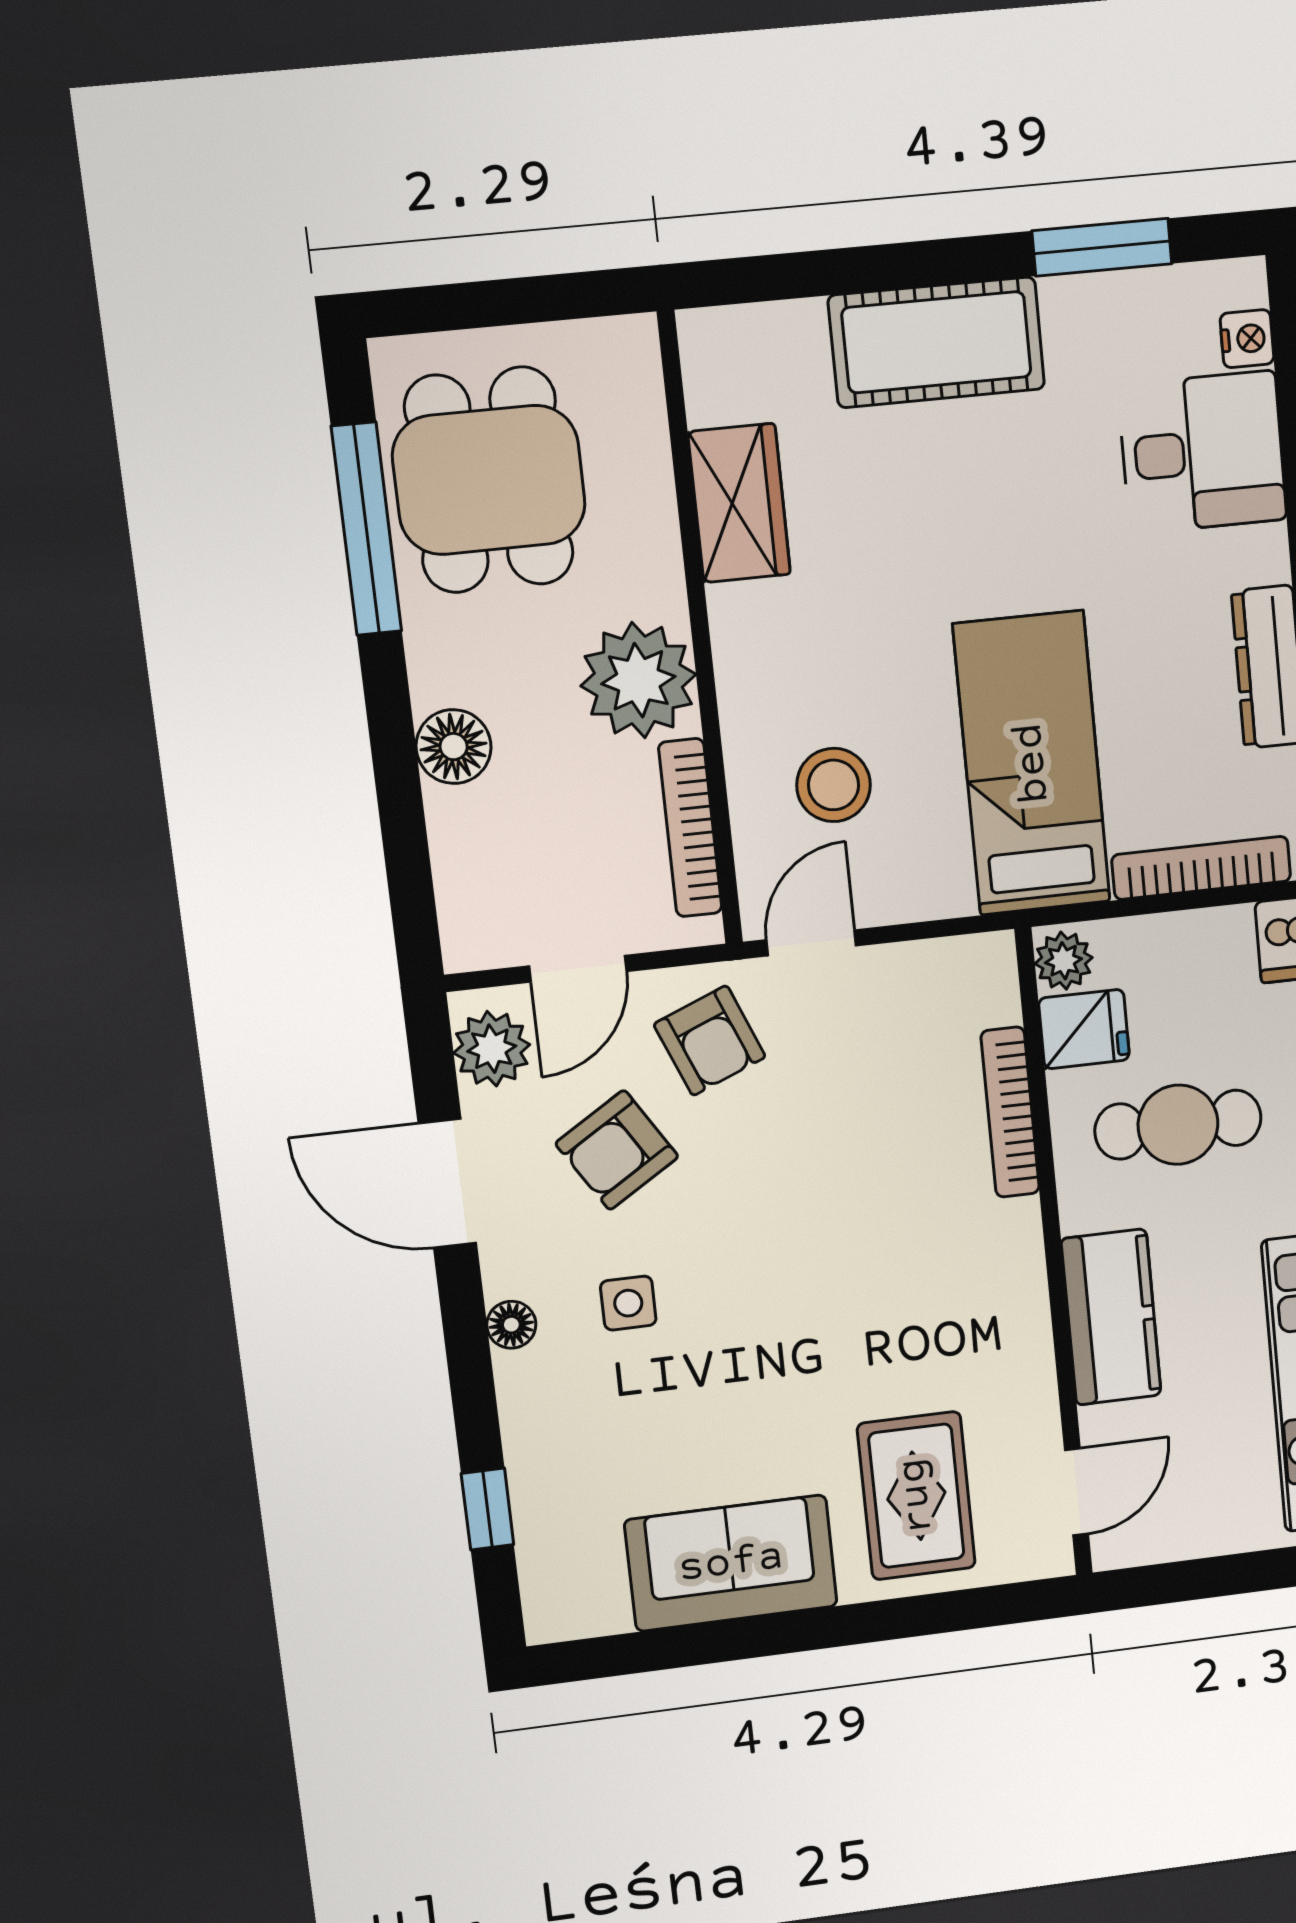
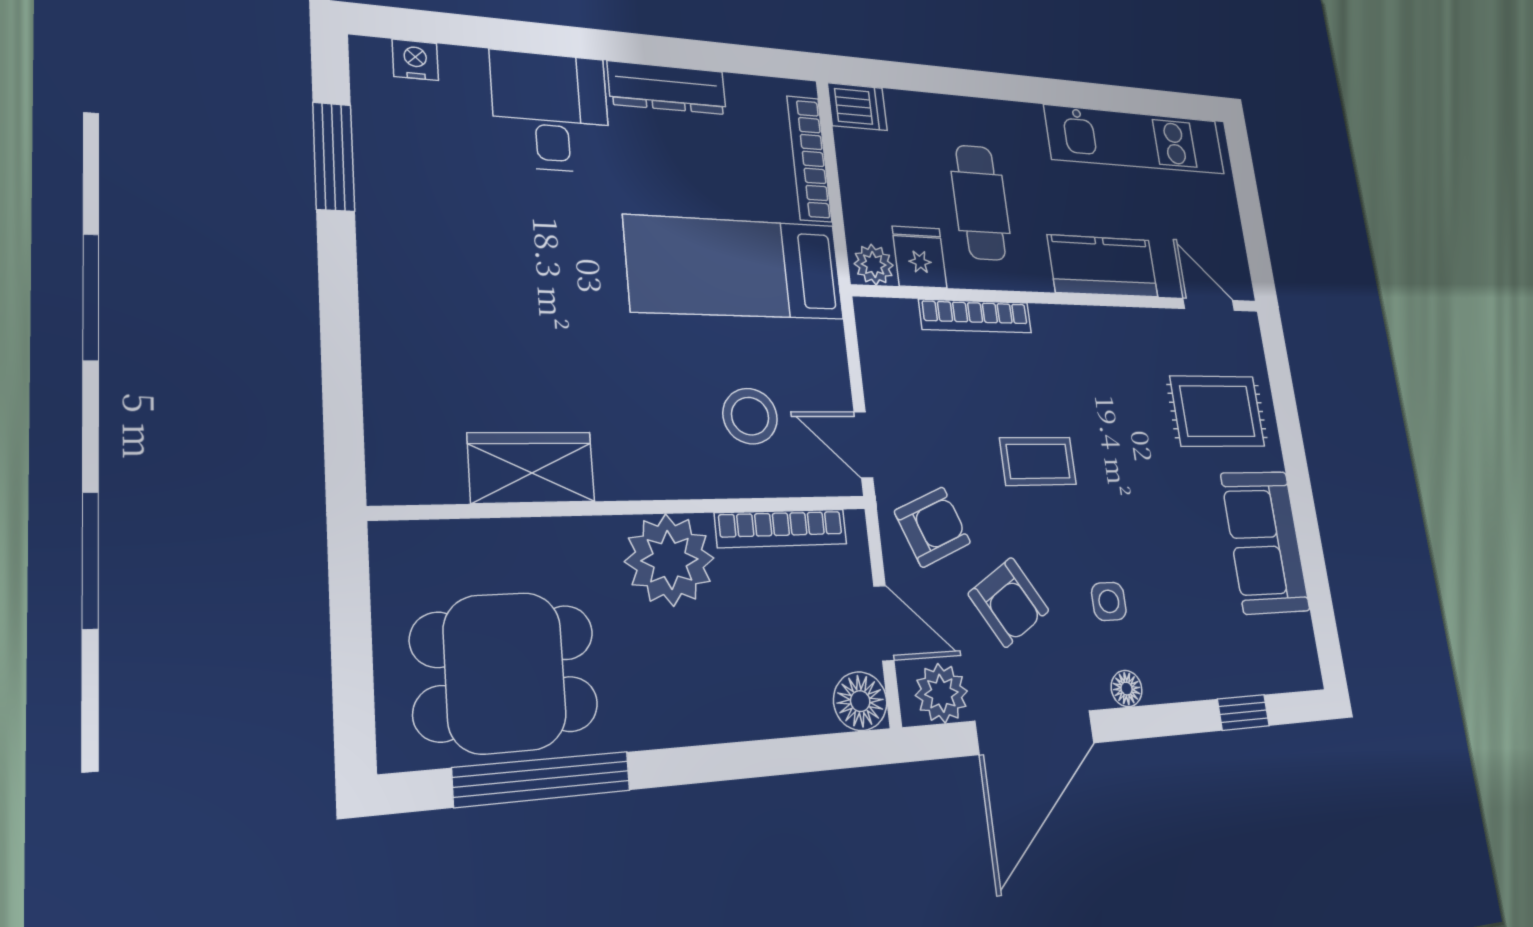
cot: (937, 342) -> (406, 296), removed
desk: (1202, 452) -> (551, 112), moved
floor lamp: (454, 747) -> (860, 701), moved
door: (447, 1183) -> (1035, 732), width x1.36
coffee table: (814, 1202) -> (1038, 461), added

